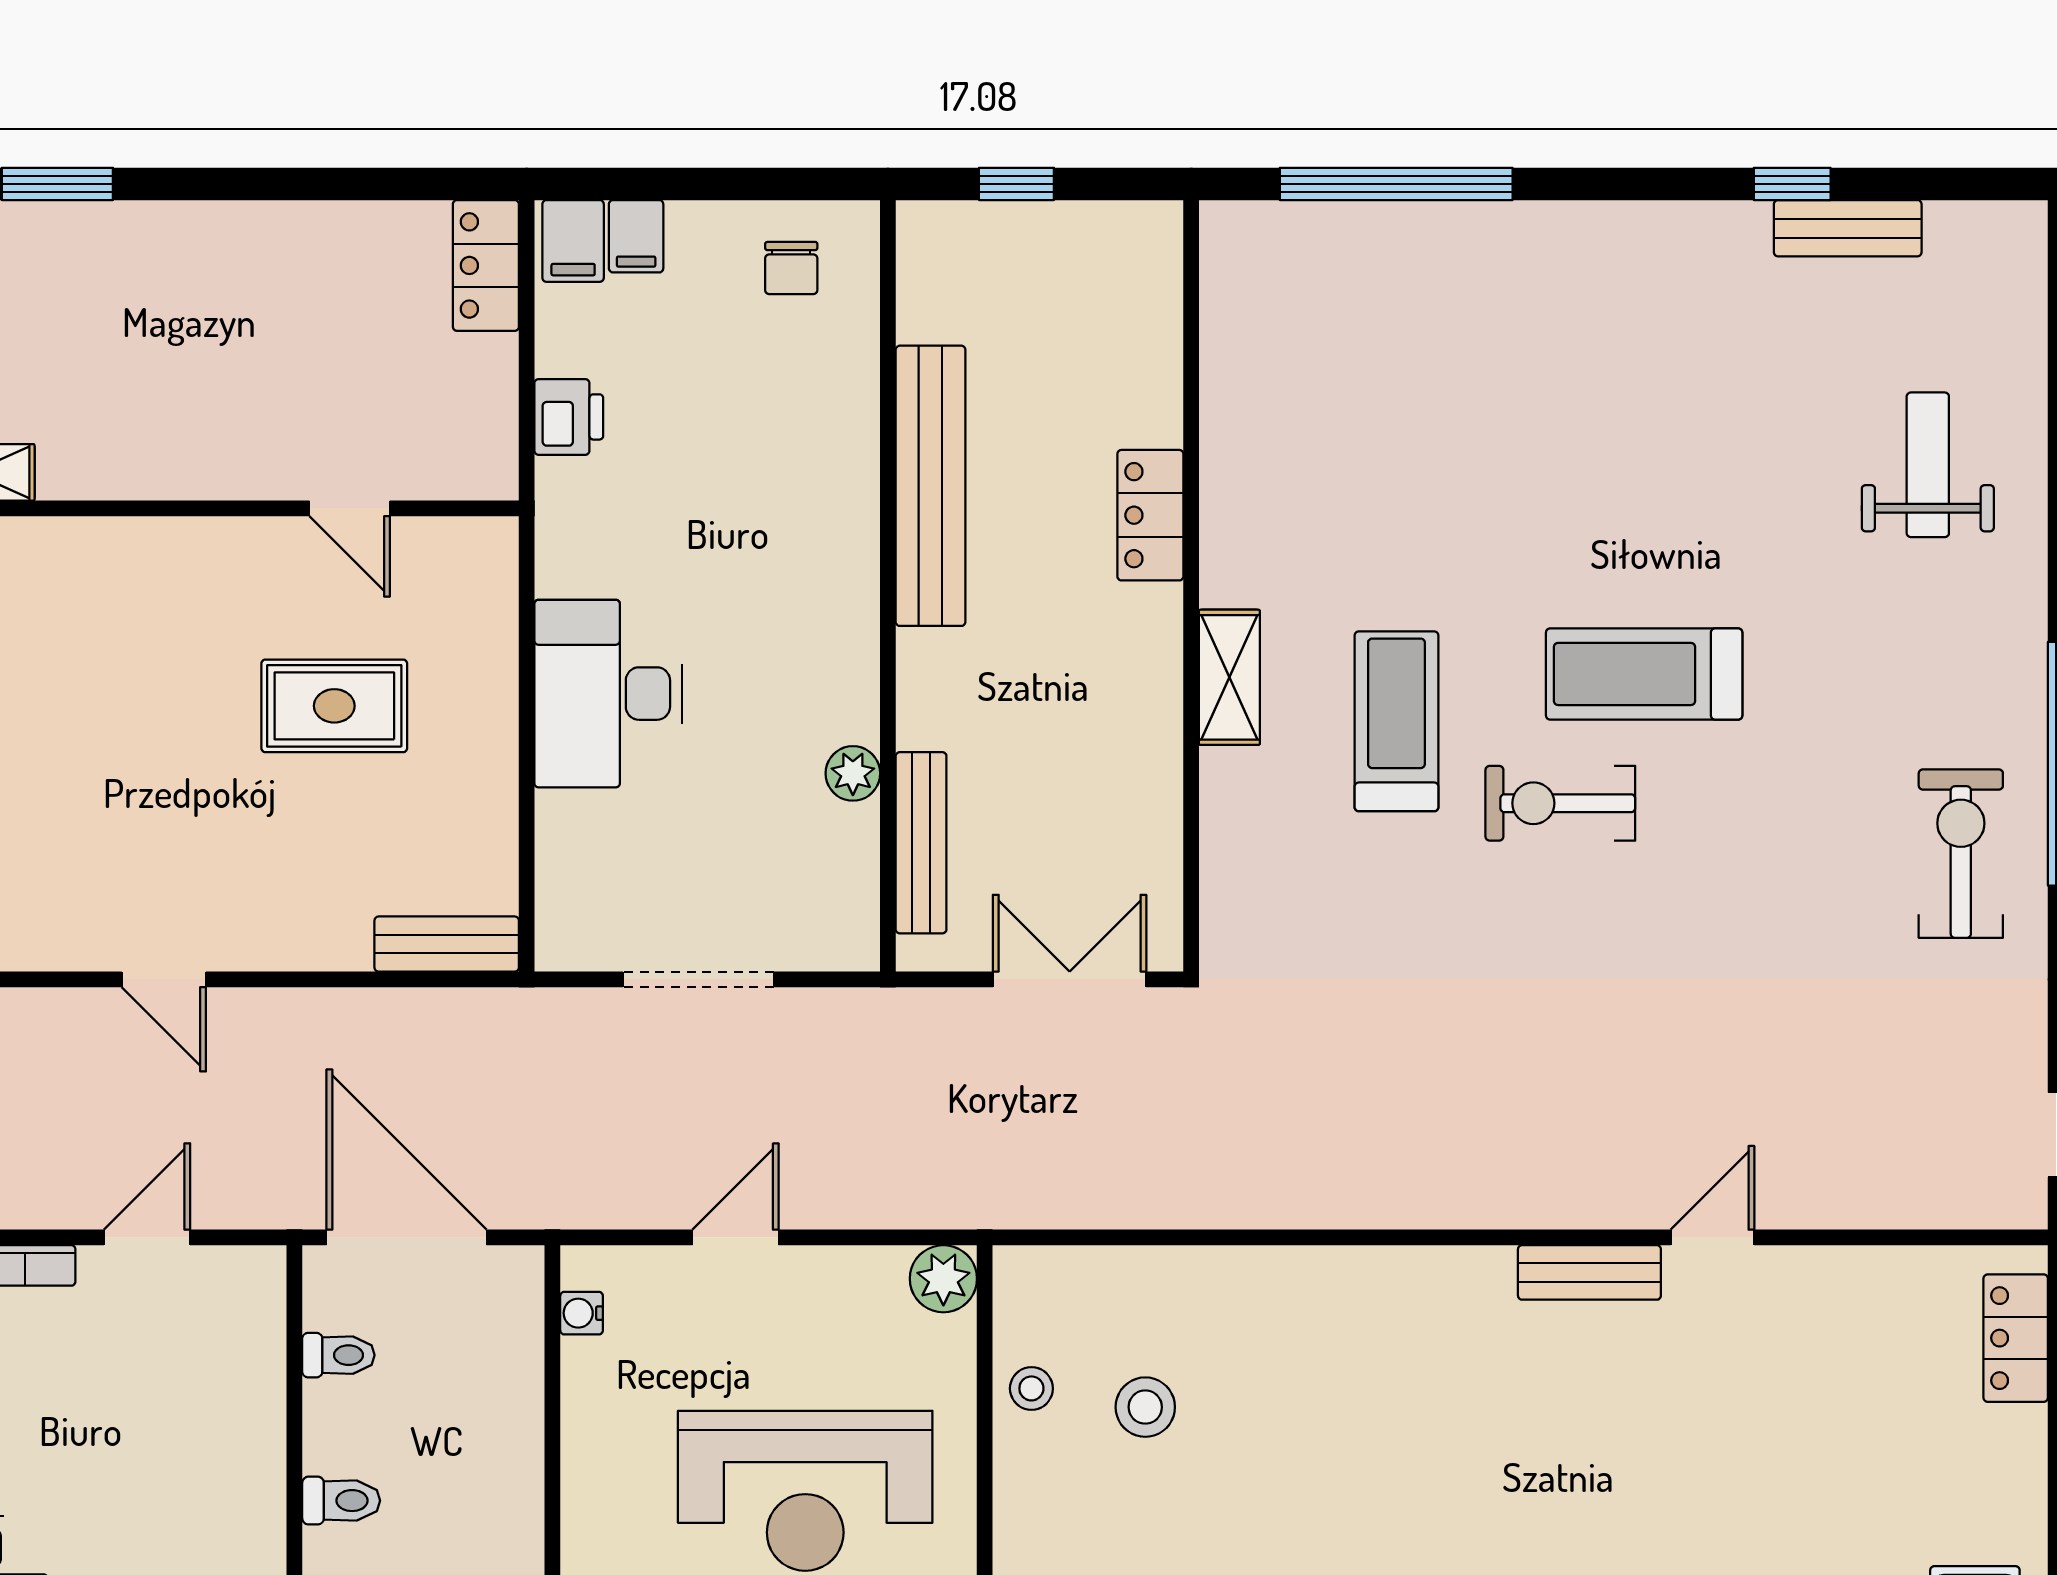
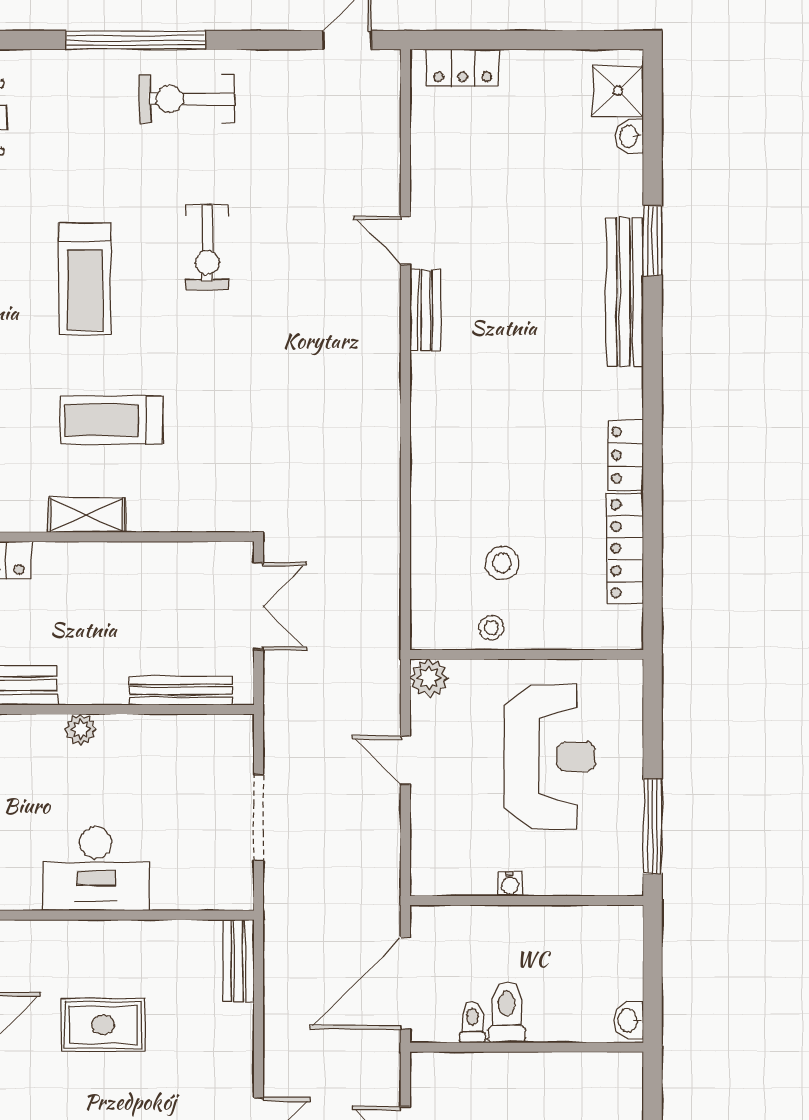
rug: (334, 706) -> (103, 1025), turned 90
plant: (853, 773) -> (81, 729), moved
exercise bike: (1560, 803) -> (207, 247), moved
double door: (1070, 979) -> (259, 606), swing flipped
door: (736, 1237) -> (405, 760), moved
water cooler: (582, 1313) -> (510, 884), moved
toilet: (341, 1501) -> (507, 1012), moved, width x1.37, depth x1.39

